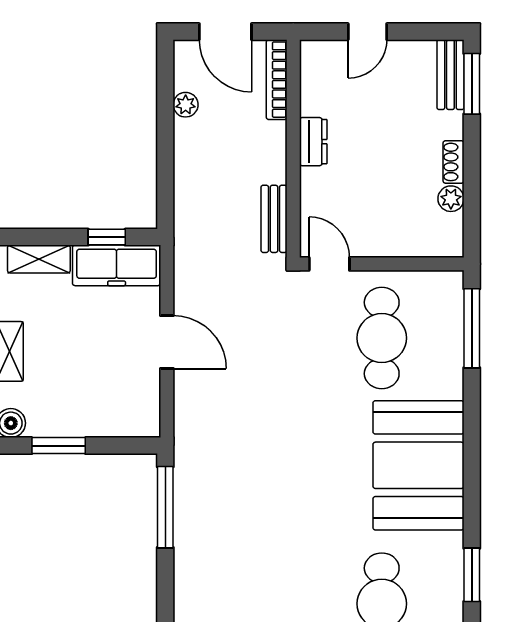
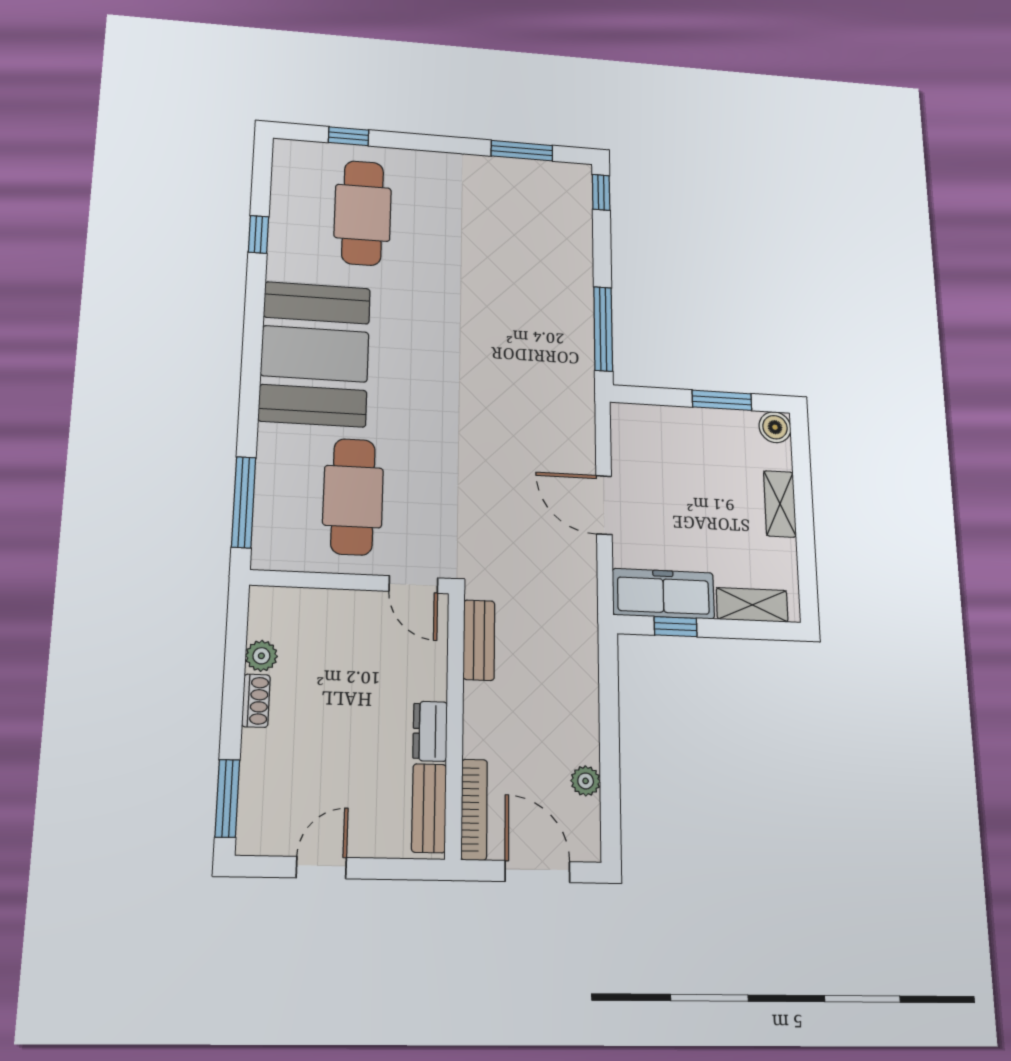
door: (367, 32) -> (321, 868), moved
bench: (450, 75) -> (429, 808), moved
window: (472, 575) -> (258, 234), width x0.67

